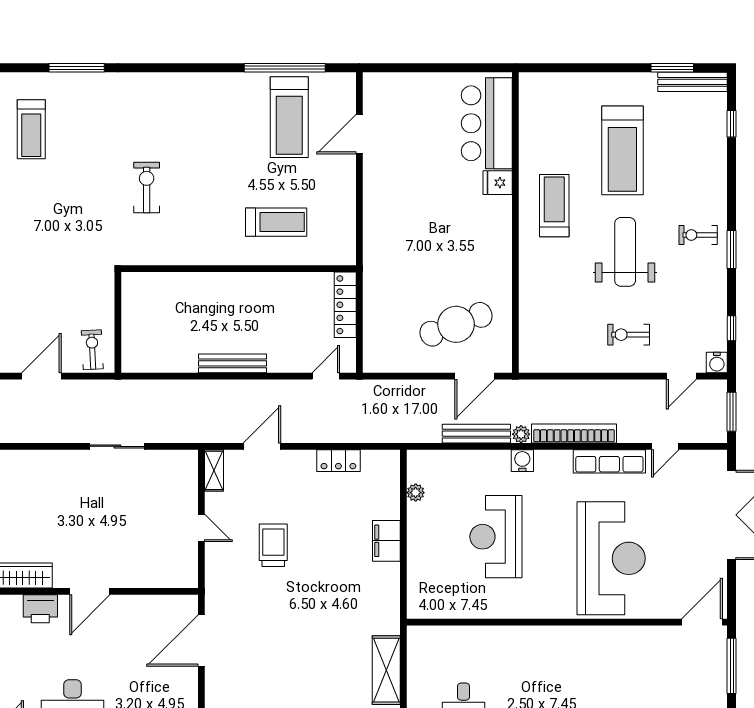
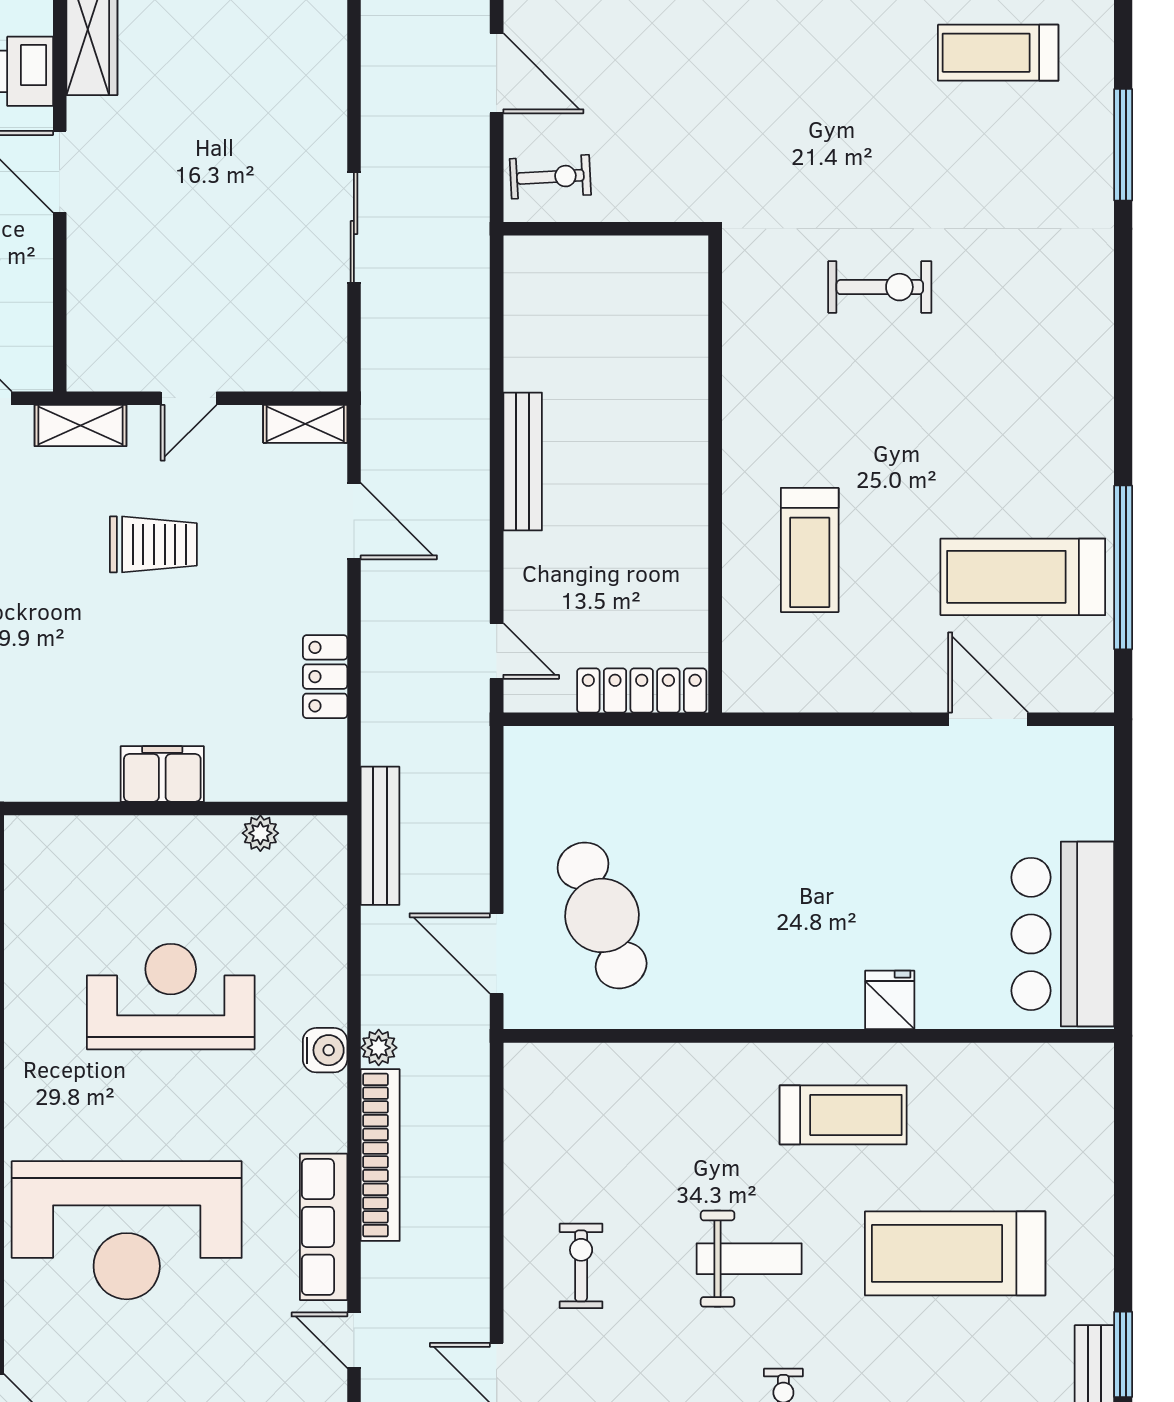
bar counter: (487, 123) -> (1063, 934), moved, turned -90
weight bench: (625, 252) -> (749, 1259), width x0.73, depth x0.75
bench: (476, 434) -> (380, 836), moved
shelving: (215, 581) -> (81, 426), added

